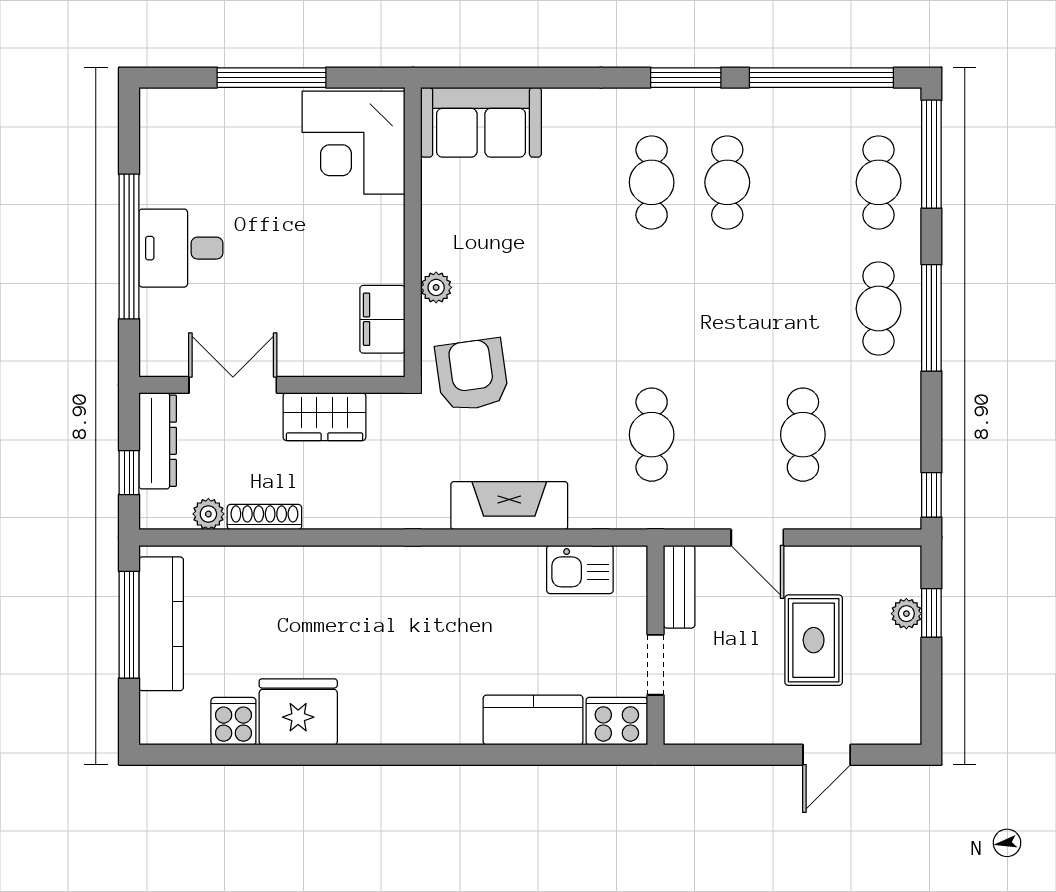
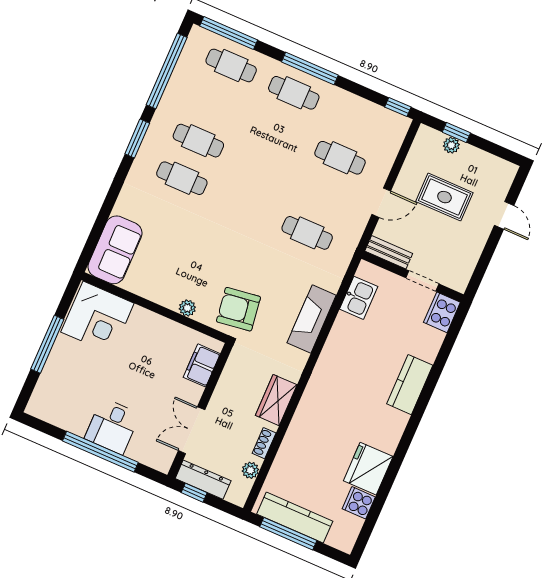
filing cabinet: (382, 319) -> (202, 365), moved, turned 90
wardrobe: (324, 417) -> (276, 400), moved, turned 180
window: (129, 473) -> (194, 493), moved
shoe rack: (264, 517) -> (264, 443), width x0.70
kitchen counter: (533, 720) -> (410, 385), moved

